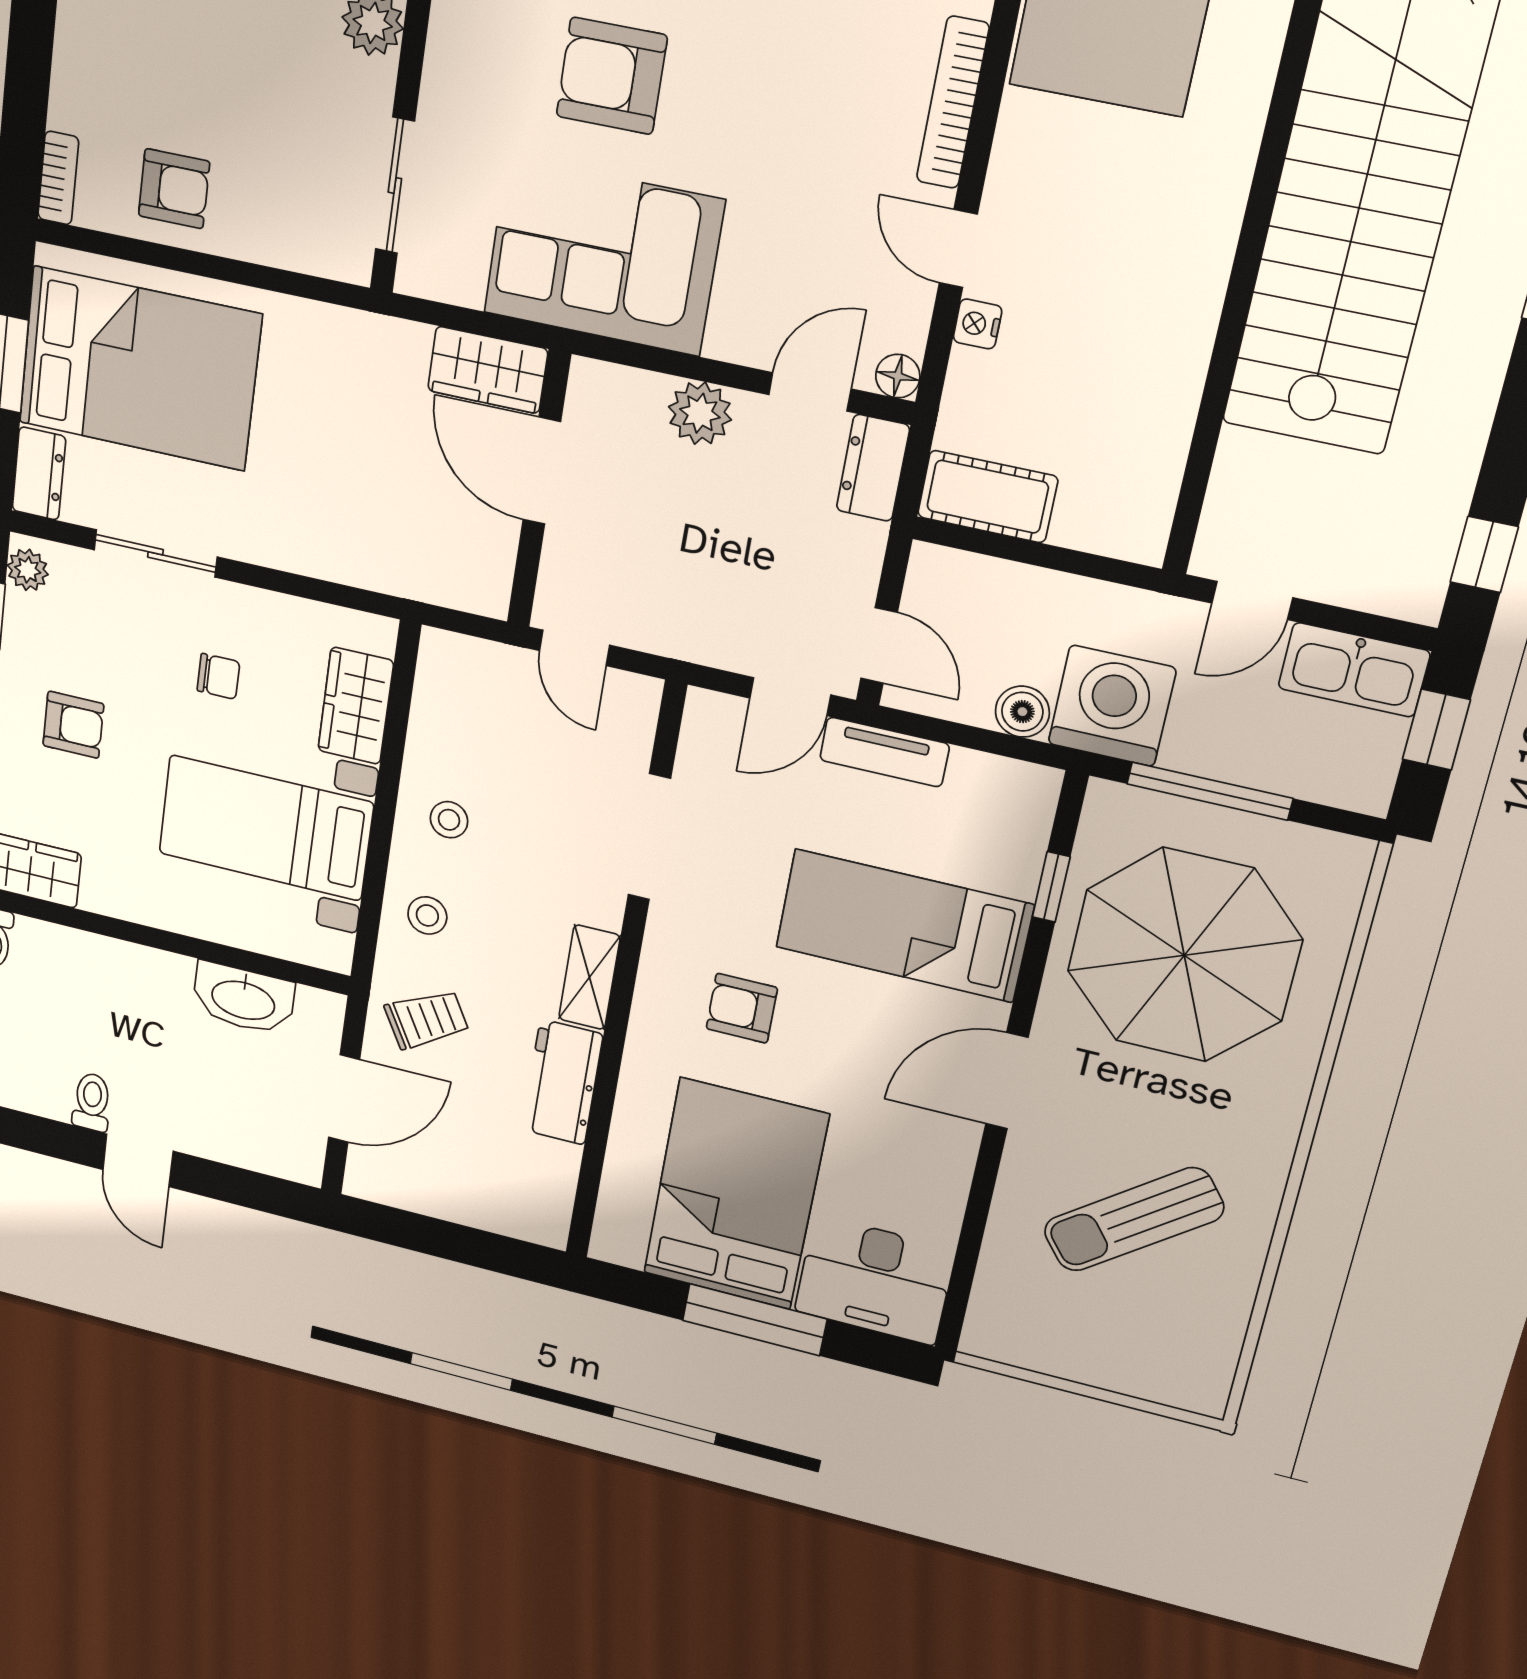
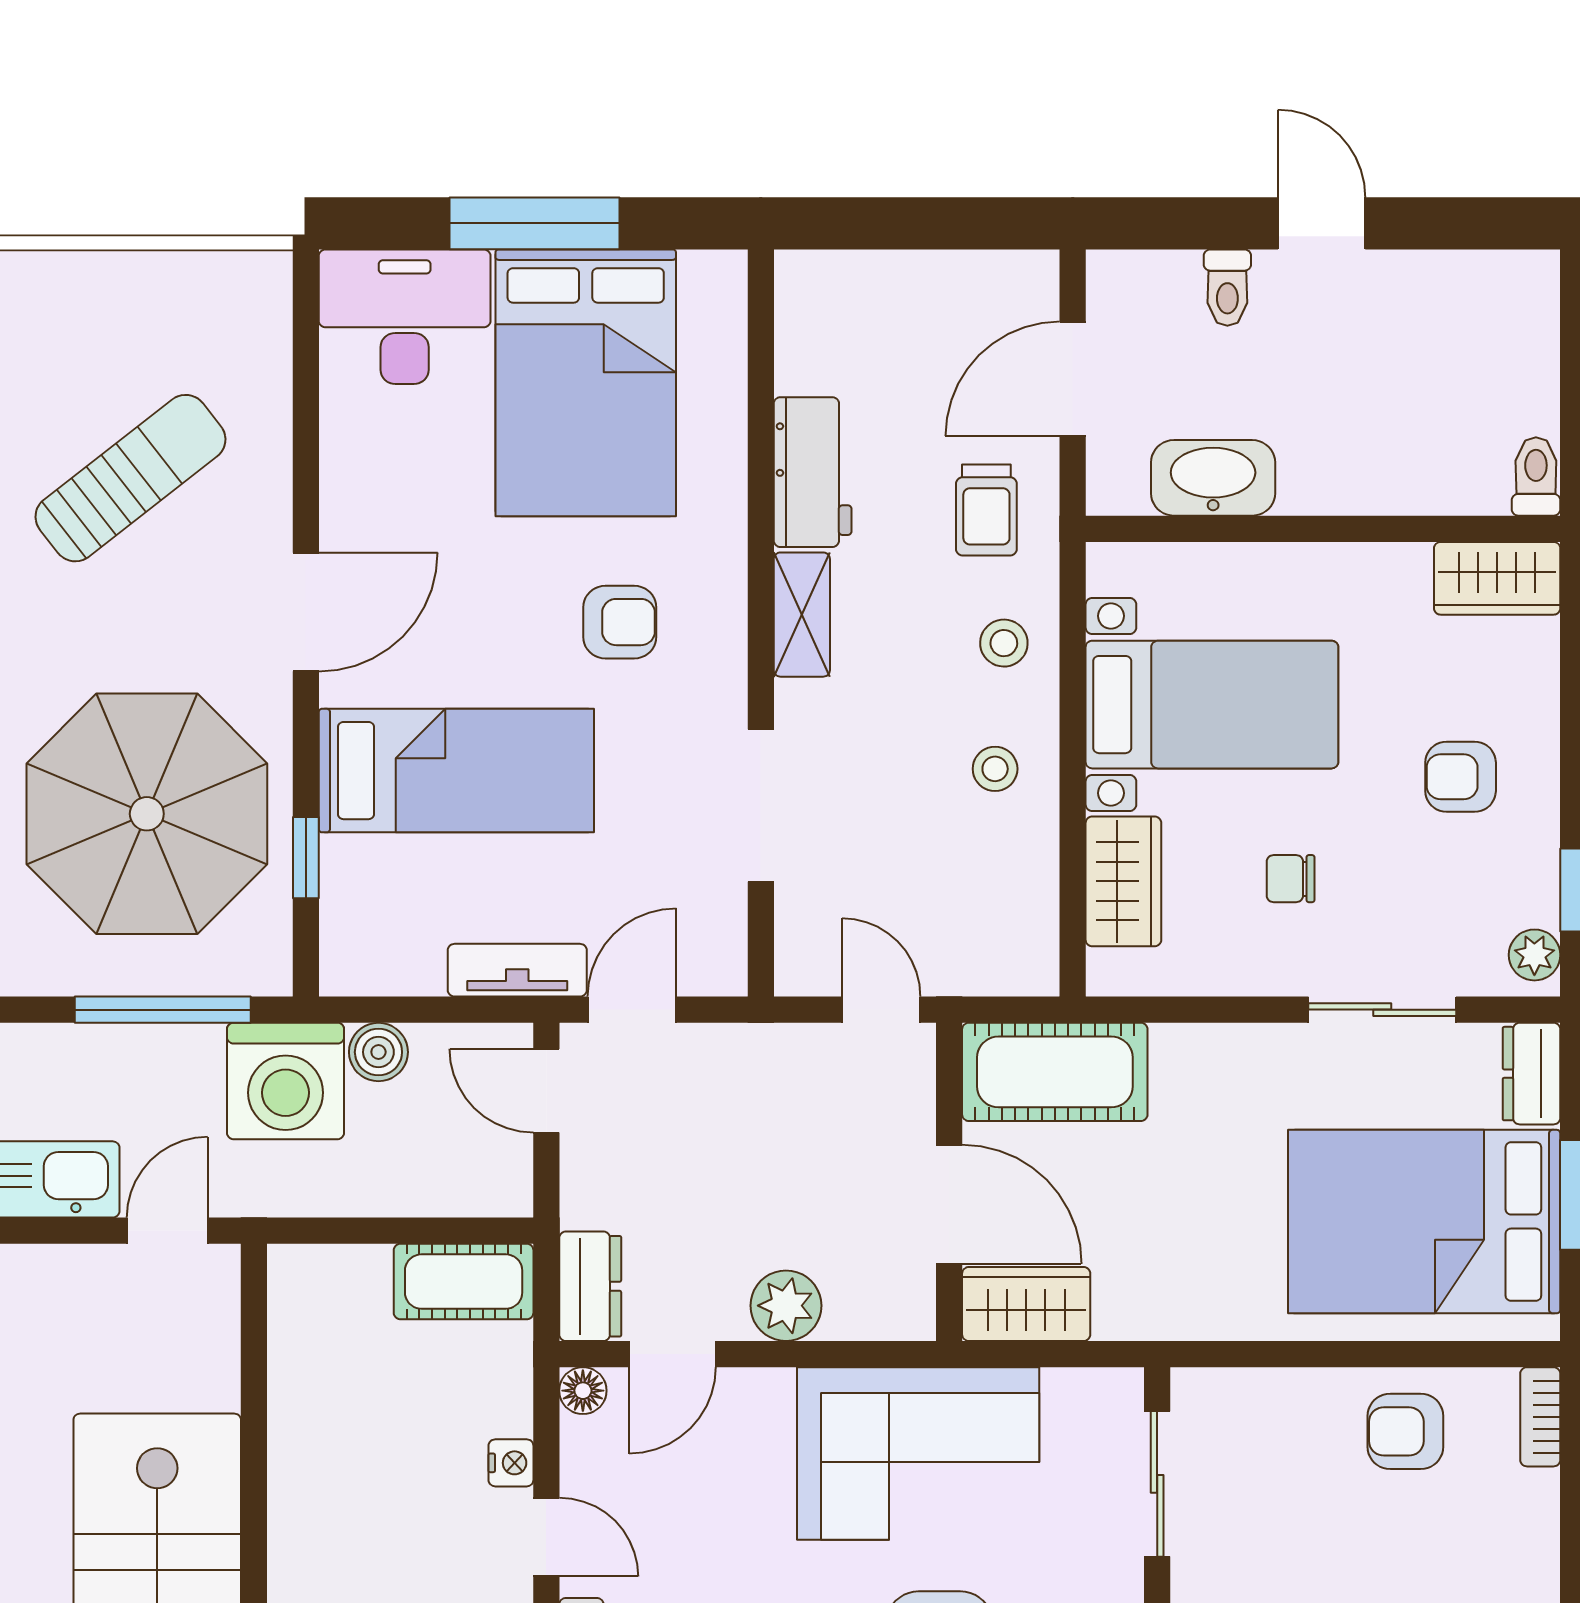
cot: (435, 563) -> (1055, 1072), added
trolley: (427, 1019) -> (986, 510), turned -61
toilet: (92, 1102) -> (1227, 288), moved

